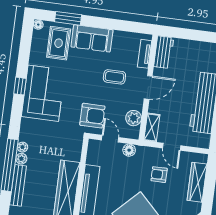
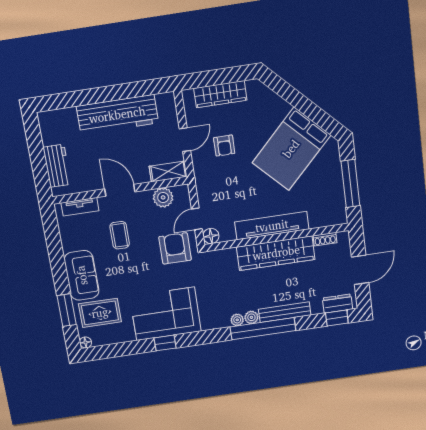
workbench: (164, 52) -> (57, 166), moved, turned 90
floor lamp: (129, 150) -> (211, 236), moved

